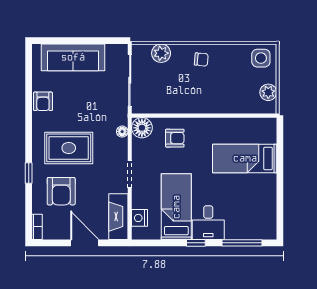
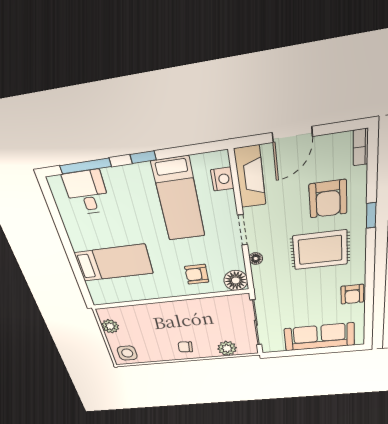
armchair: (43, 101) -> (352, 294), turned 180
floor lamp: (122, 132) -> (256, 258), moved
armchair: (61, 191) -> (328, 199), turned 180
desk: (208, 223) -> (87, 193), moved
door: (85, 243) -> (292, 134), hinge flipped

